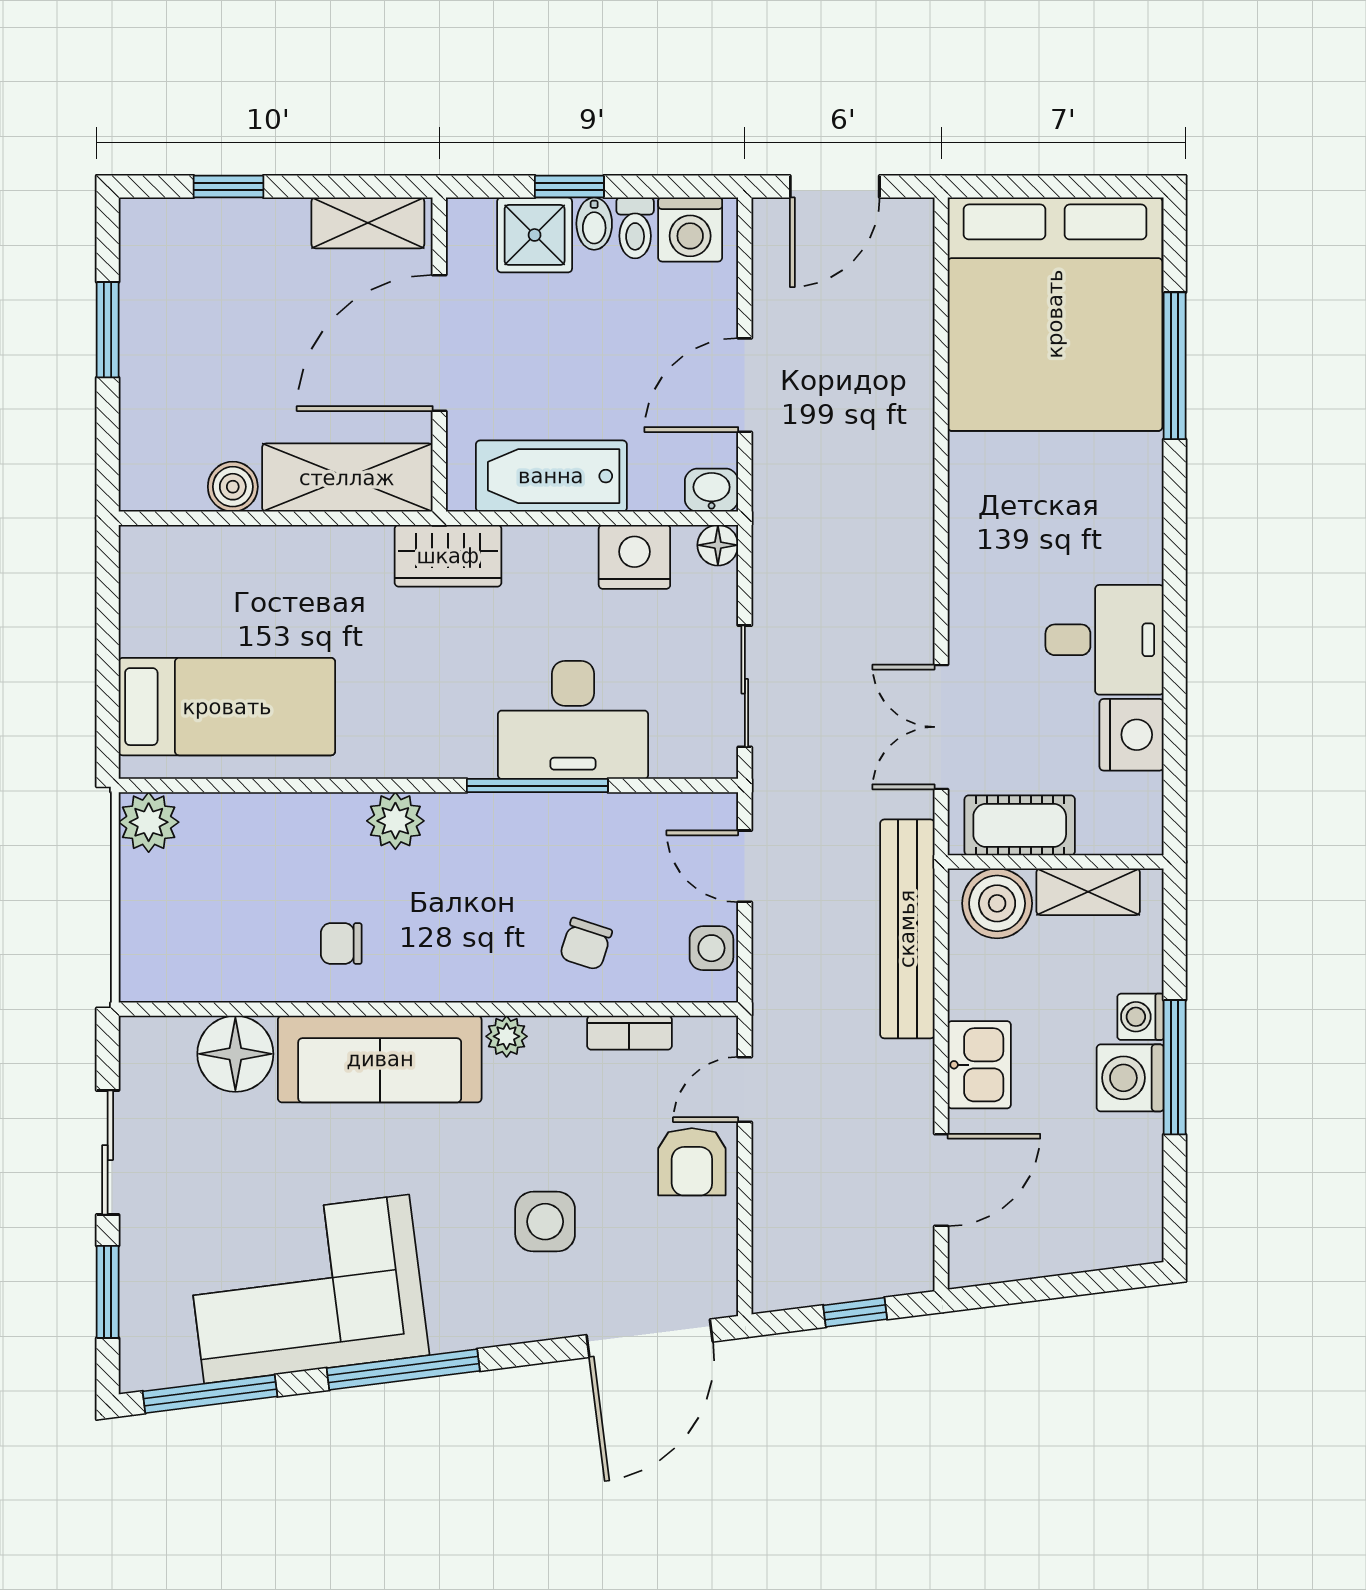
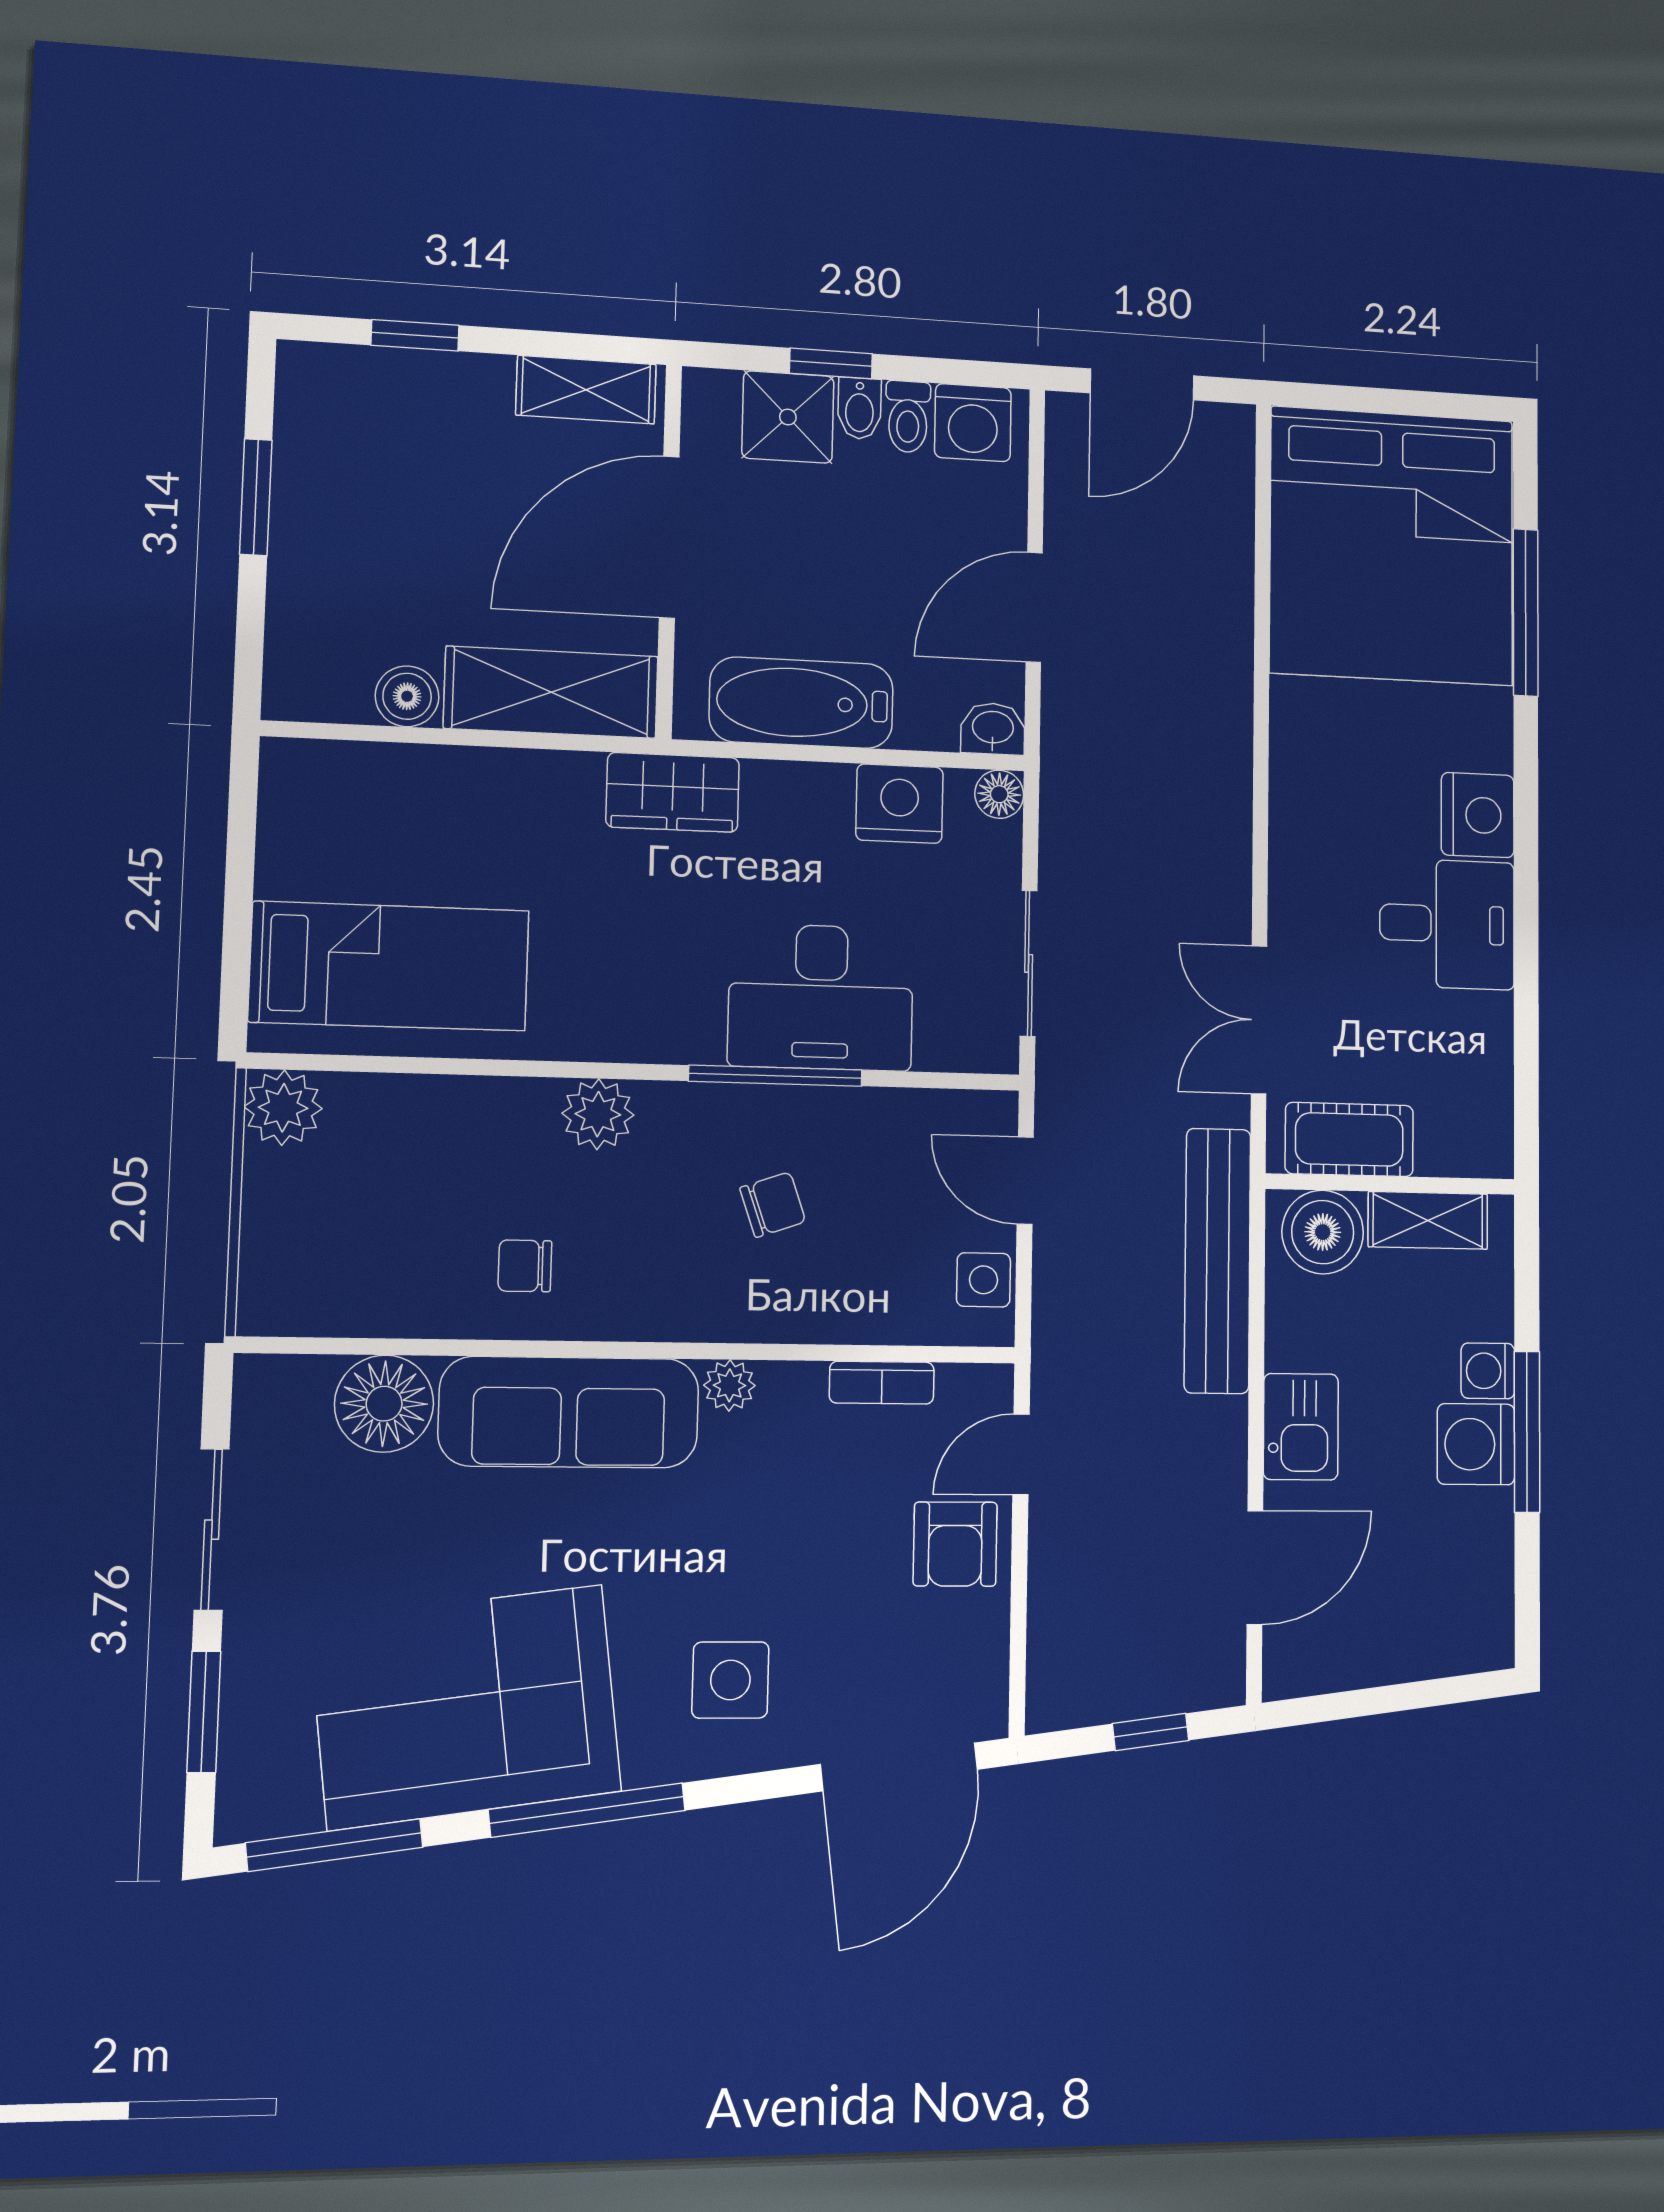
nightstand: (1132, 735) -> (1478, 815), moved
chair: (586, 944) -> (773, 1205), moved, turned -127
side table: (545, 1222) -> (730, 1680), moved

